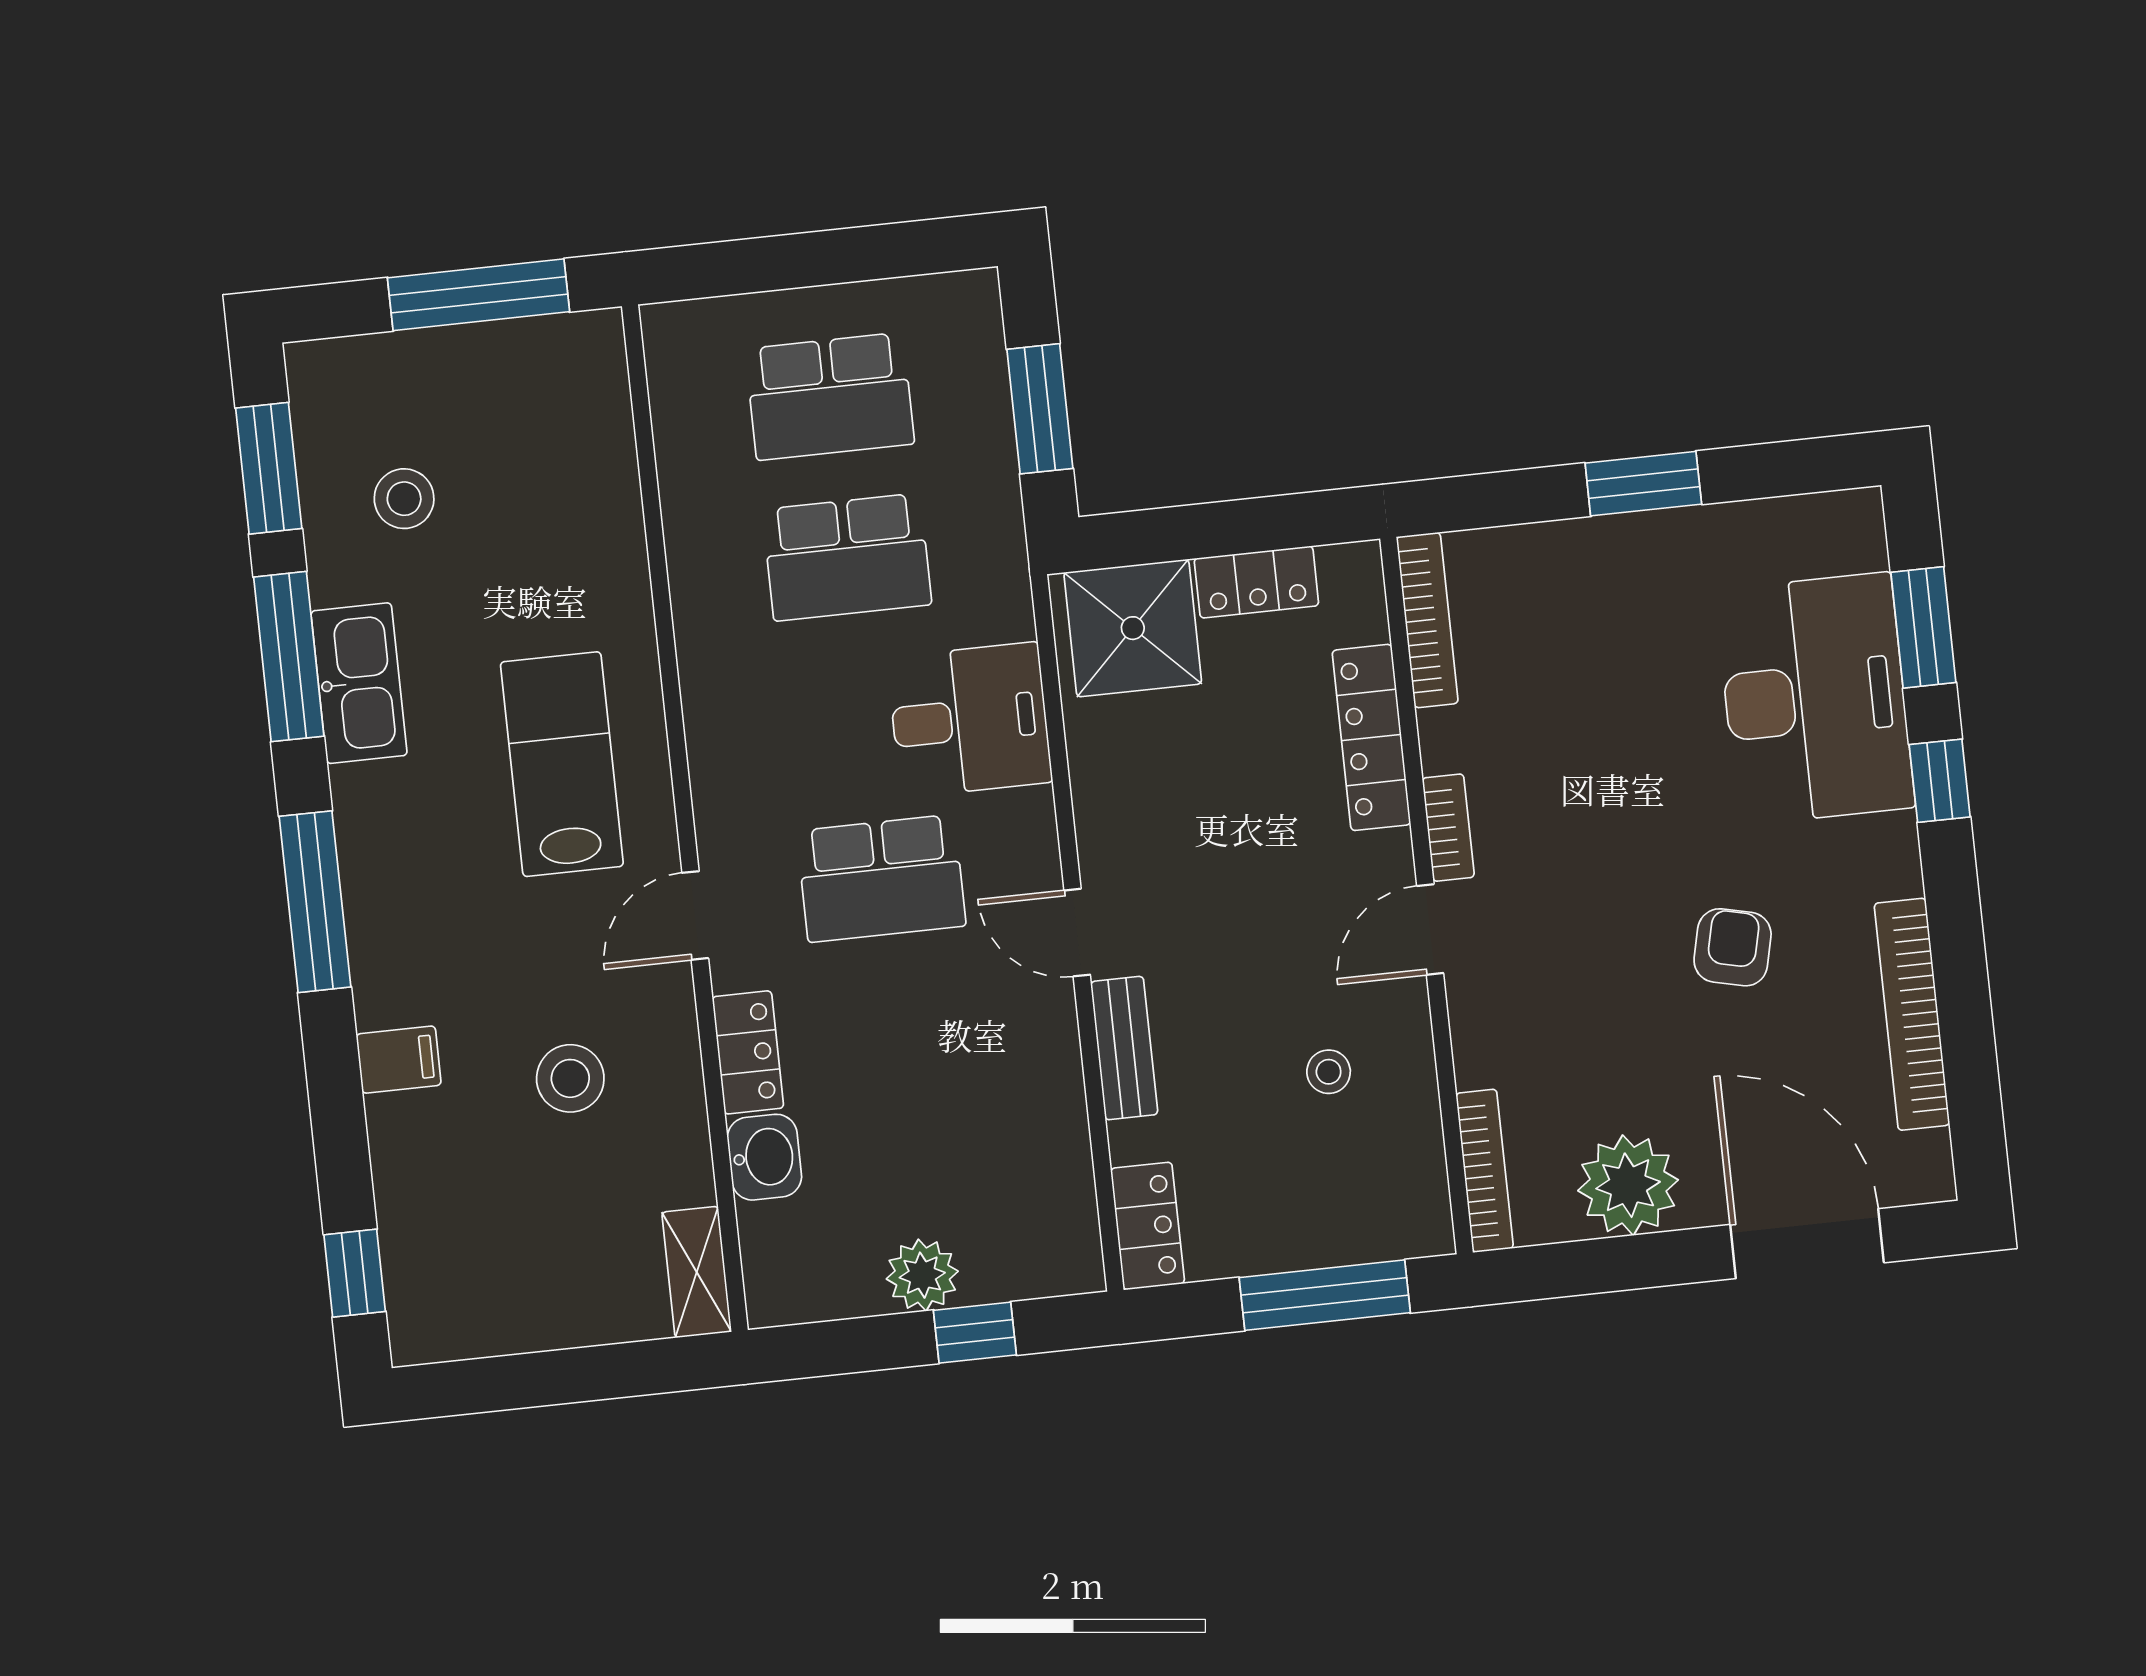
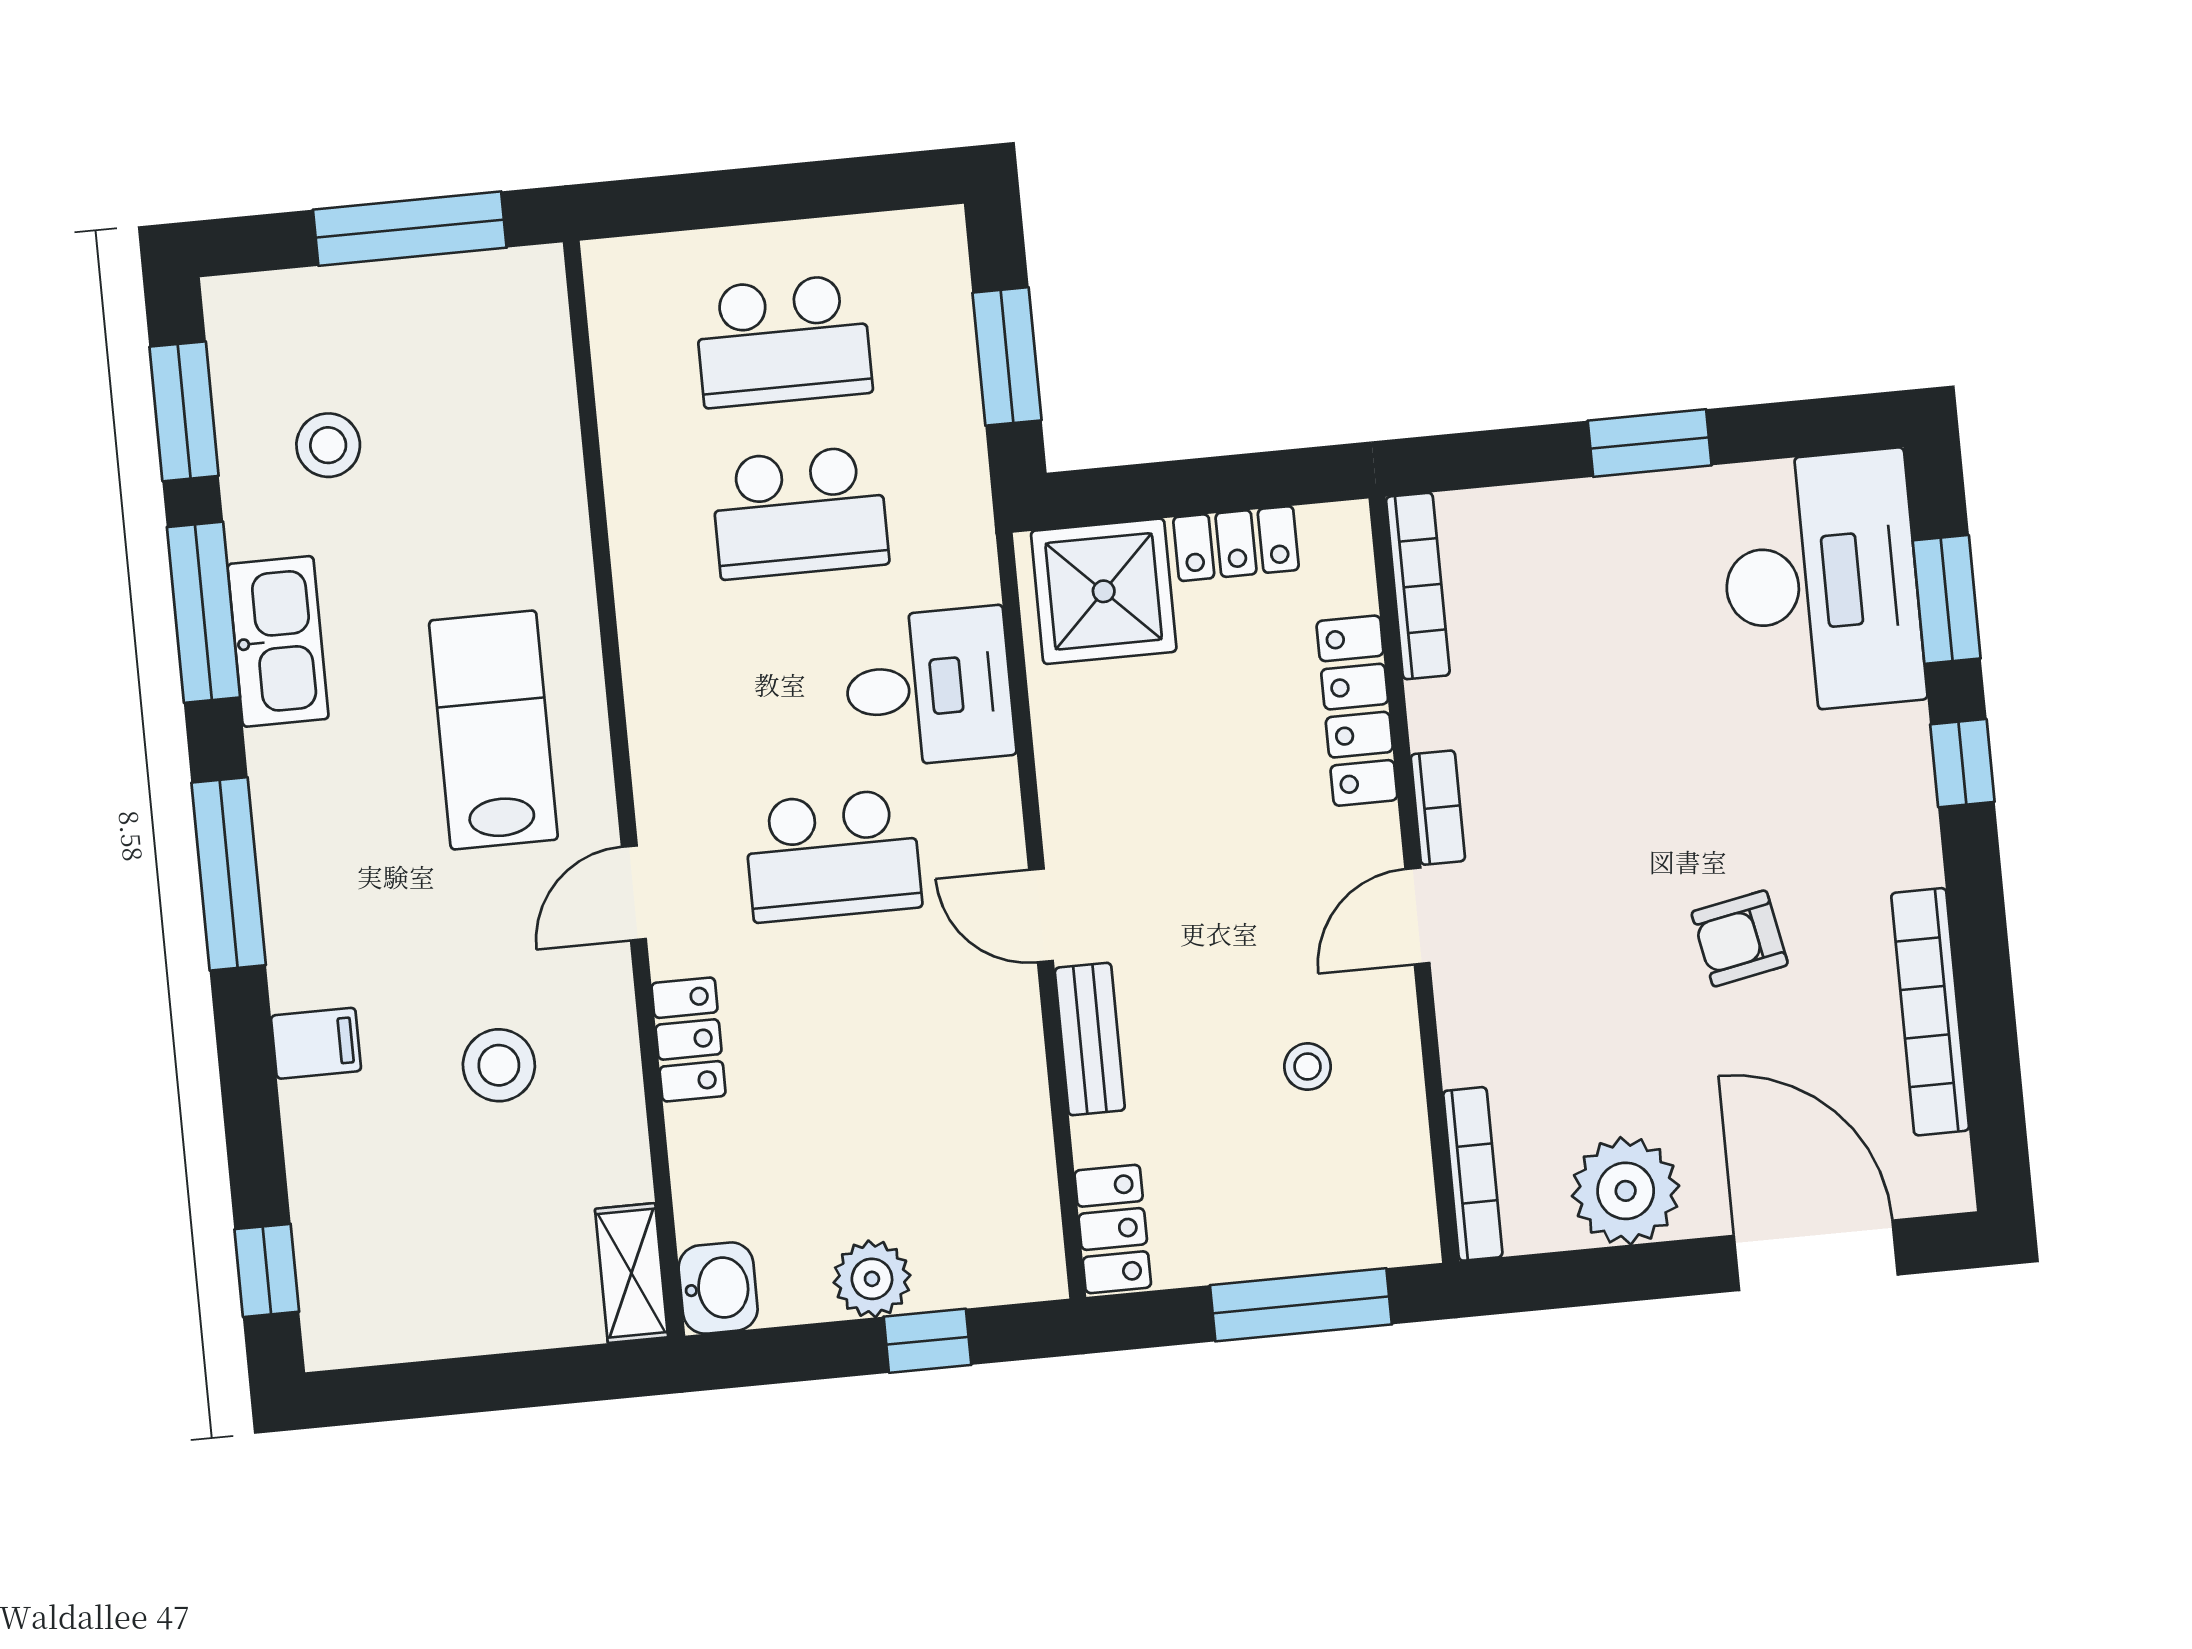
desk: (1815, 699) -> (1821, 582), moved
armchair: (1733, 947) -> (1740, 938), turned -114
washbasin: (764, 1157) -> (718, 1288), moved

